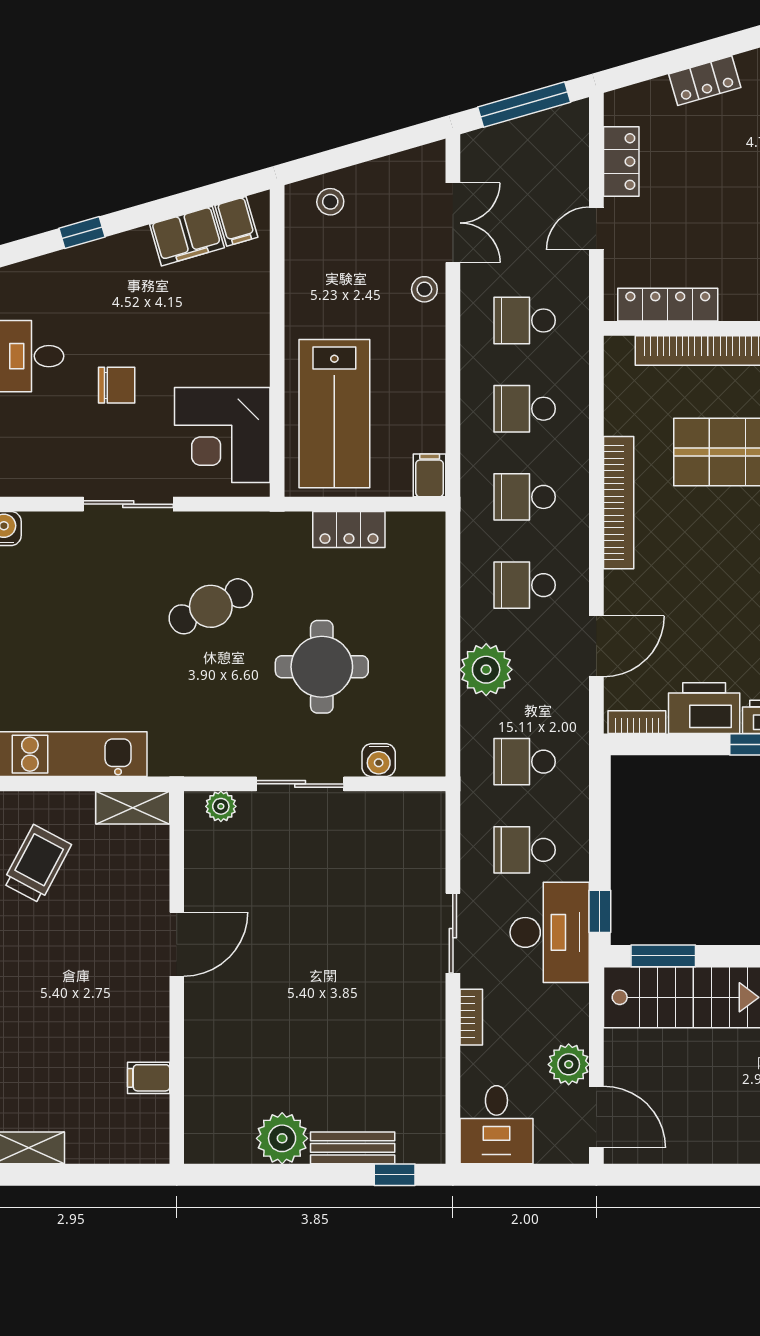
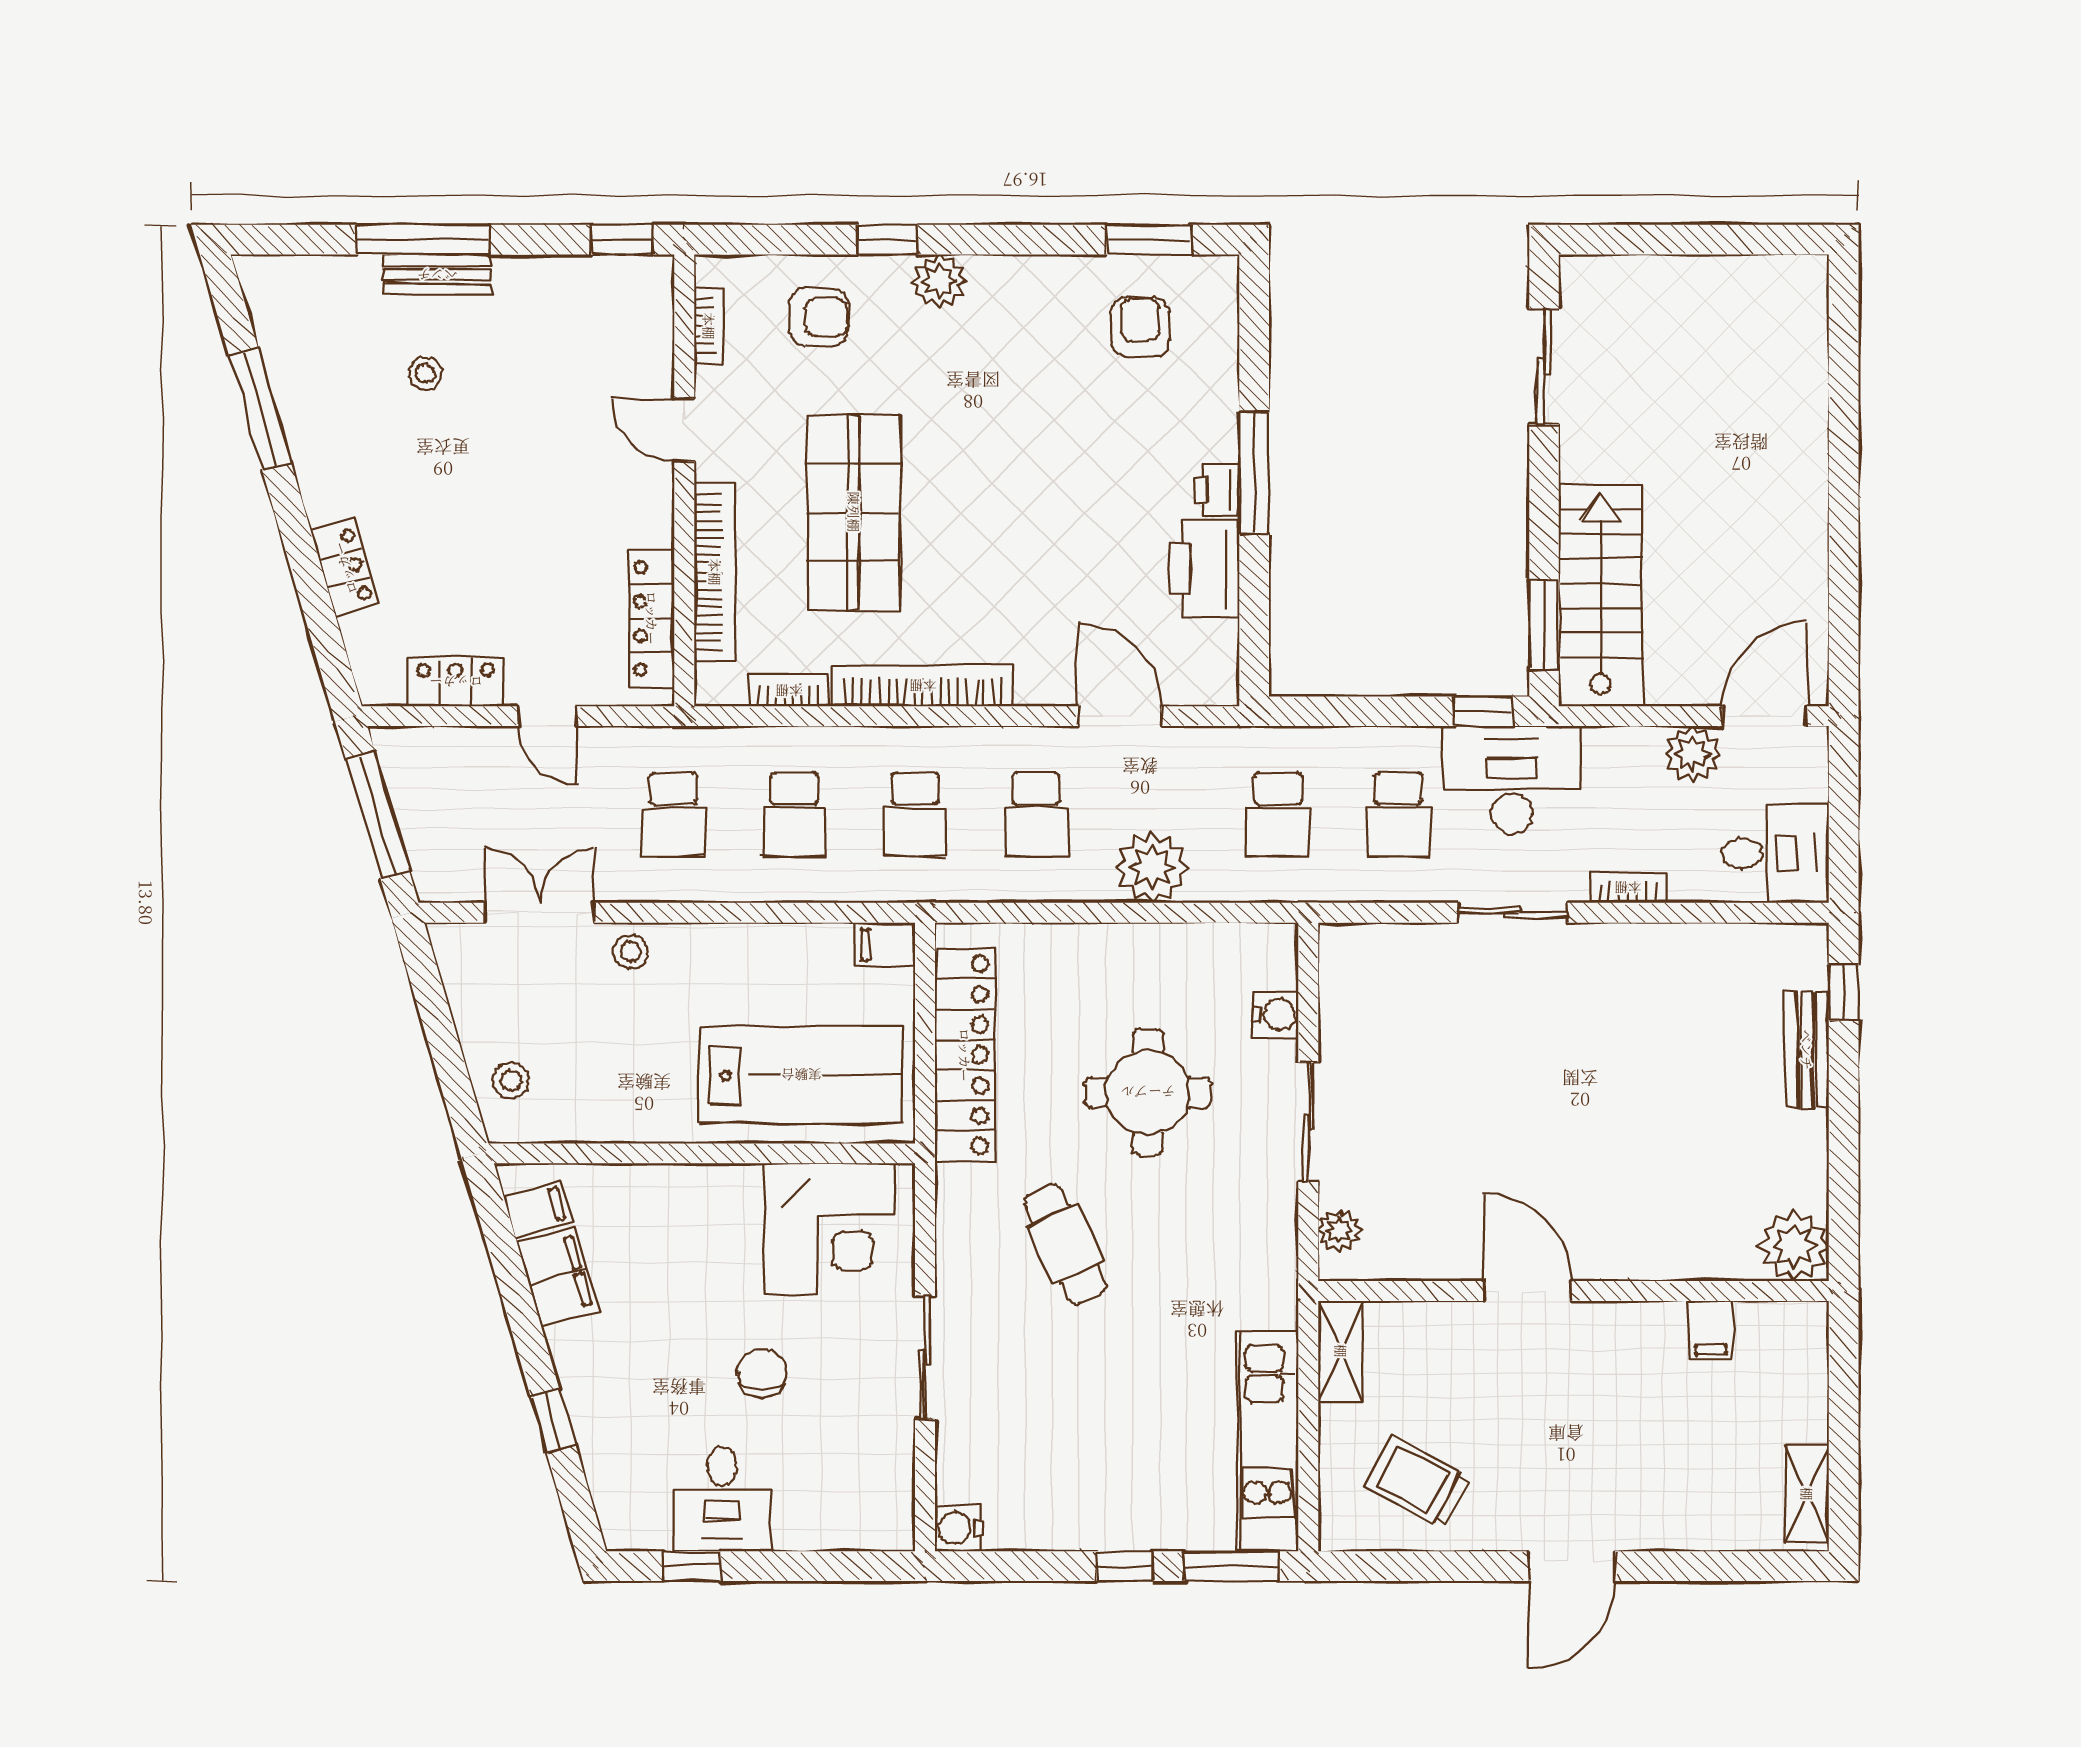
locker: (349, 529) -> (965, 1055), width x2.16, depth x1.21
bookcase: (637, 722) -> (789, 691), moved, turned 90
plant: (282, 1138) -> (1794, 1246), moved

